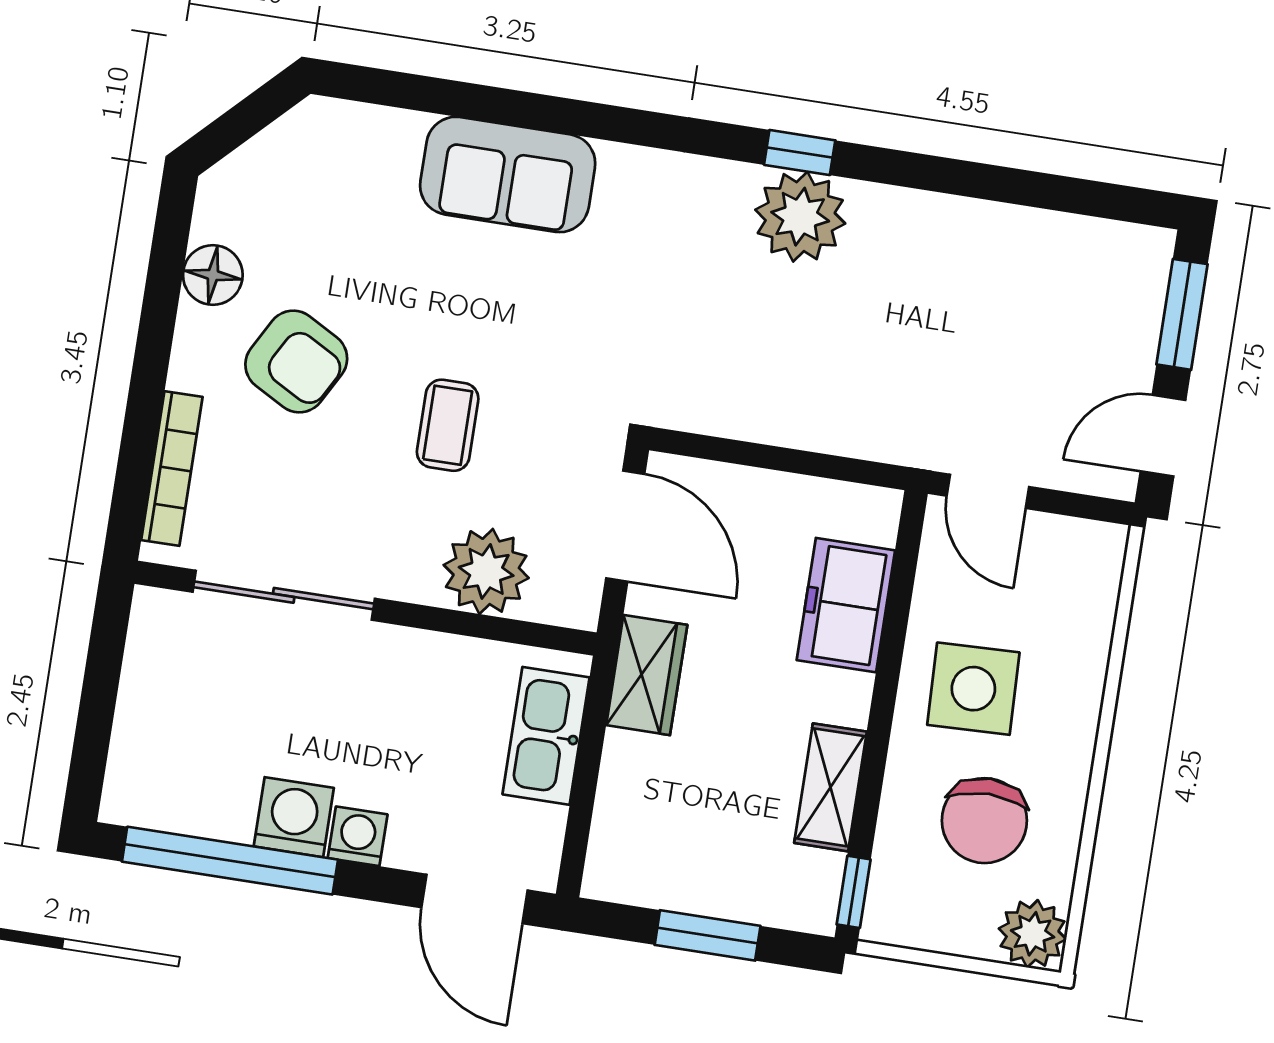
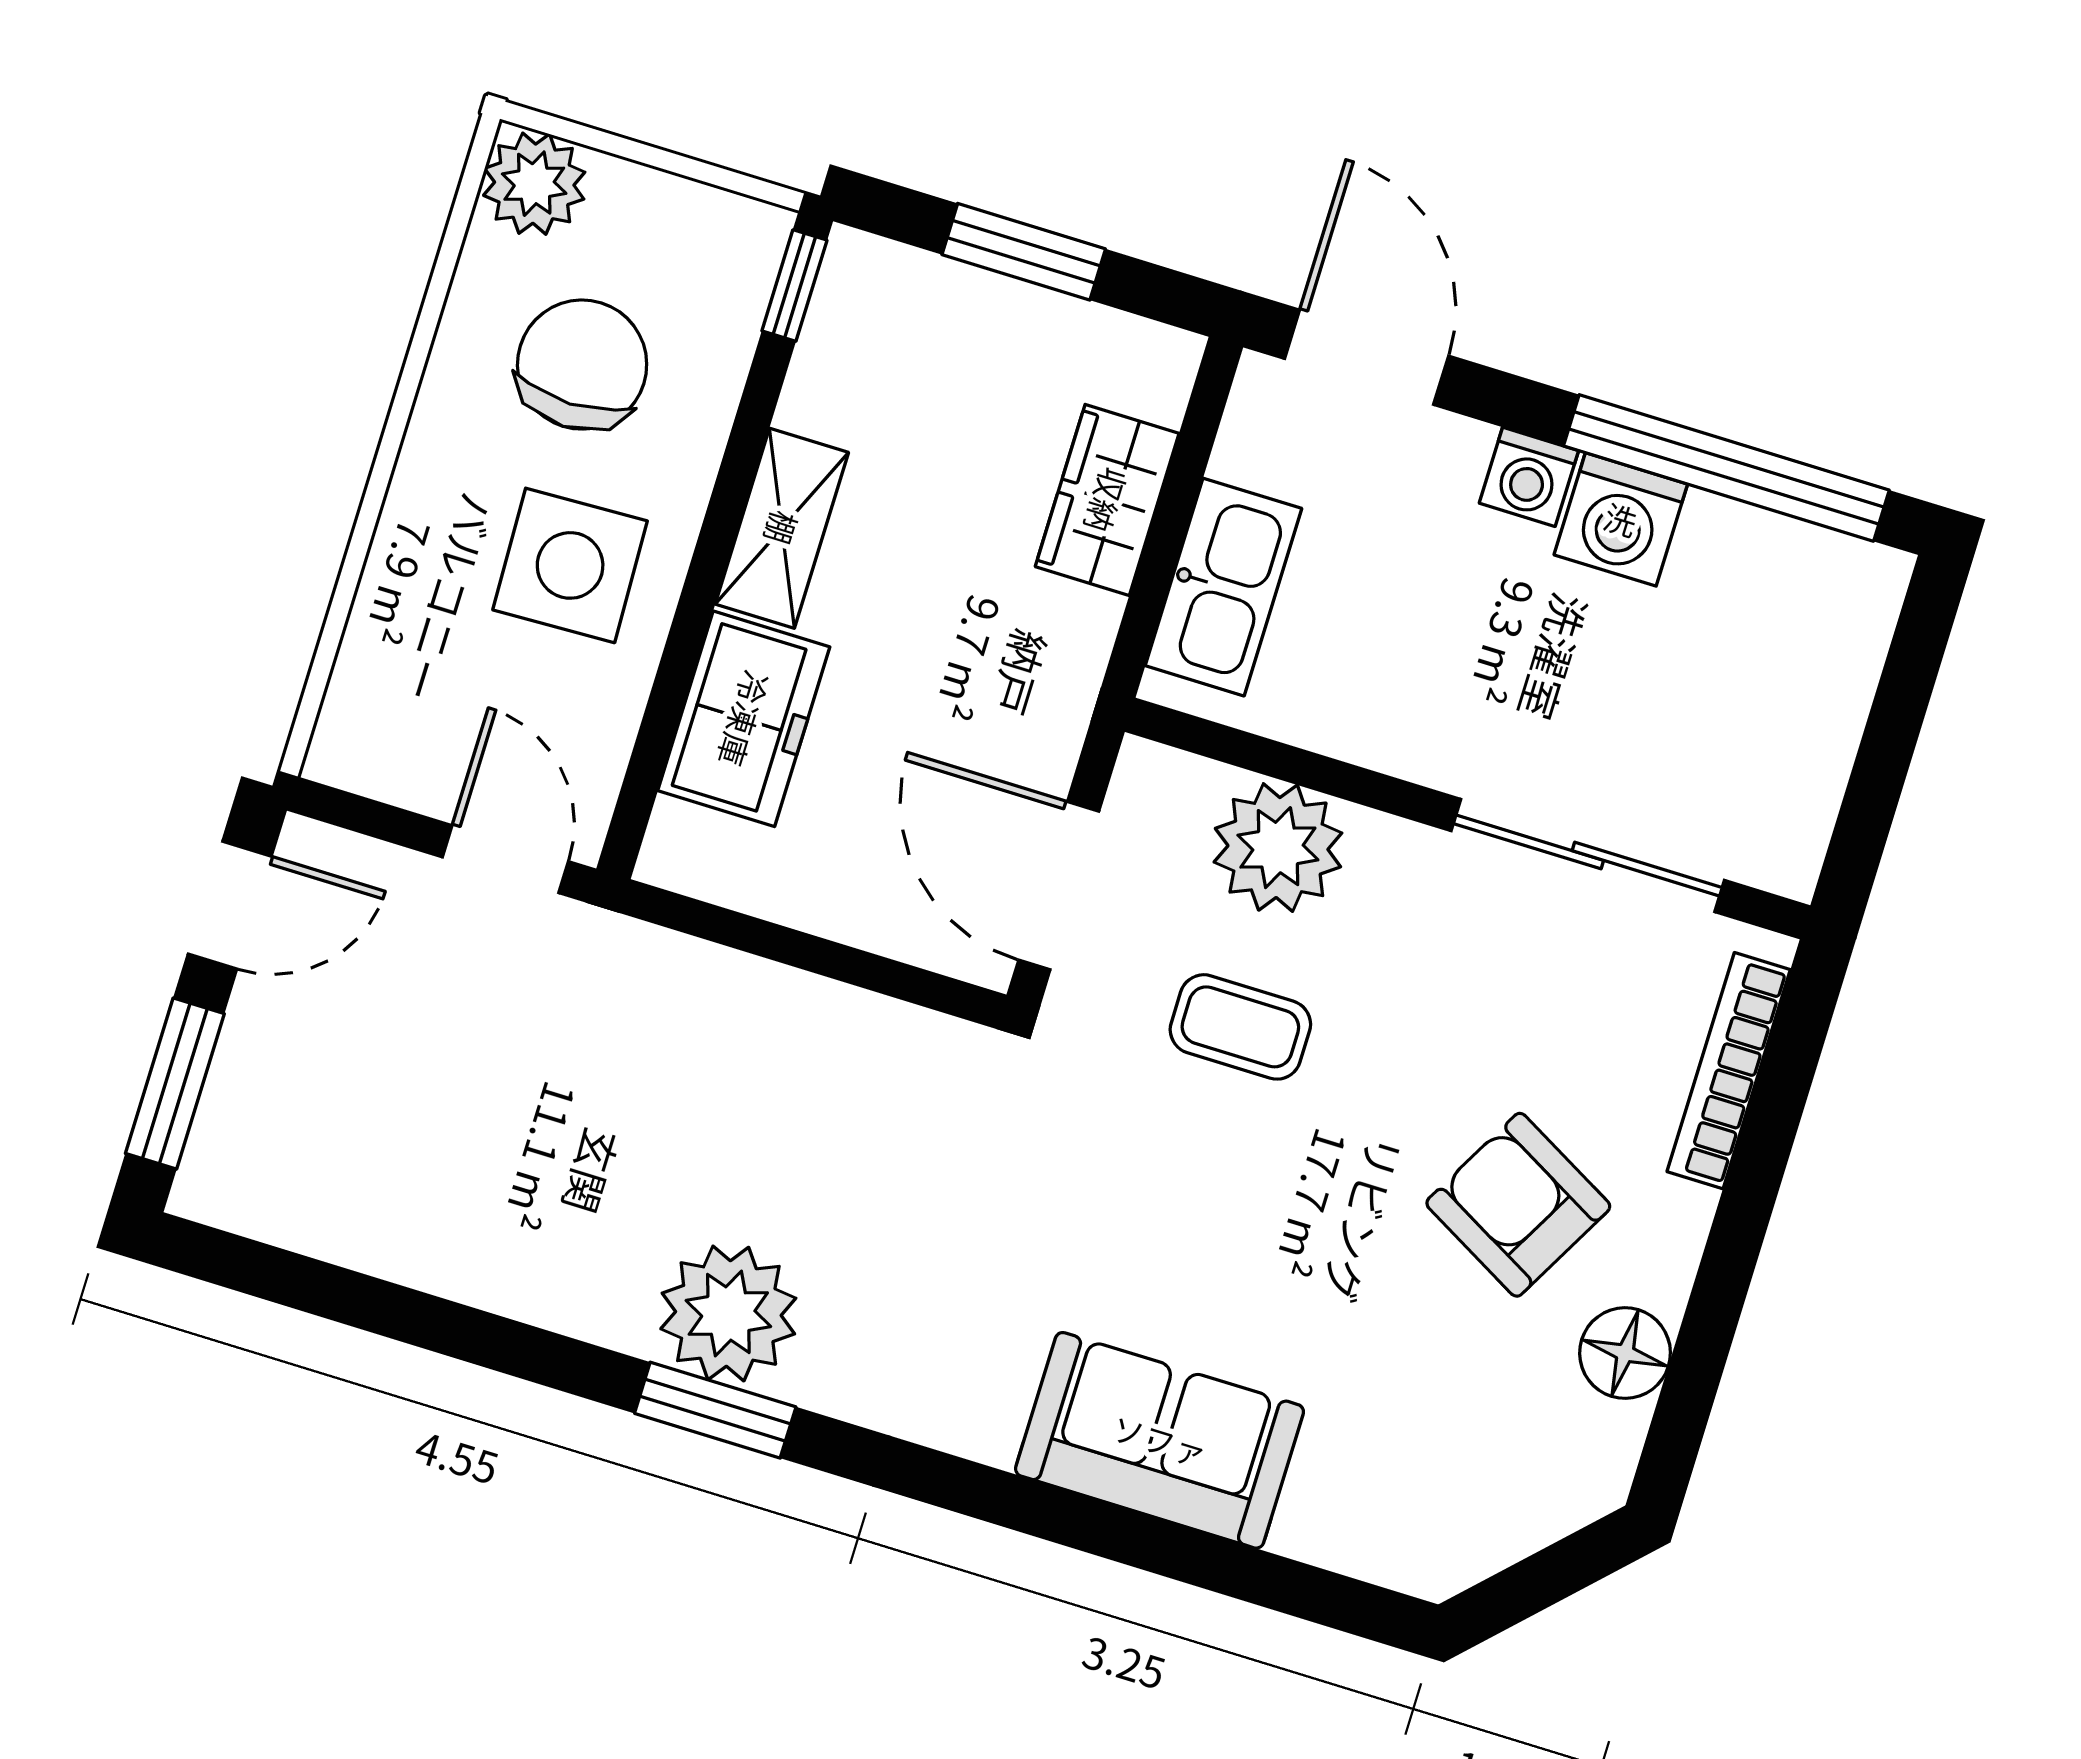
window: (800, 153) -> (715, 1410), width x1.50
coffee table: (448, 425) -> (1240, 1027), moved, turned 90
wardrobe: (647, 675) -> (1107, 500), moved
shelving: (830, 787) -> (782, 528), moved

